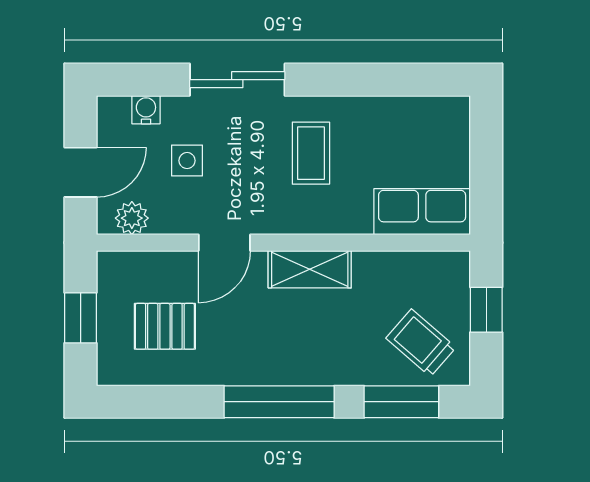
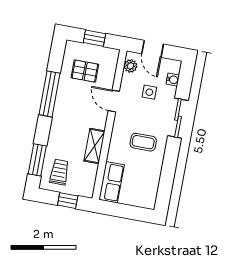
shelving: (310, 269) -> (95, 146), moved
pallet: (165, 326) -> (85, 71), turned 90
trolley: (421, 343) -> (59, 172), turned -41
window: (279, 402) -> (49, 94), moved

